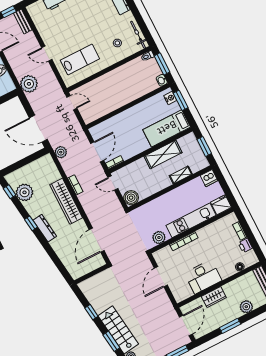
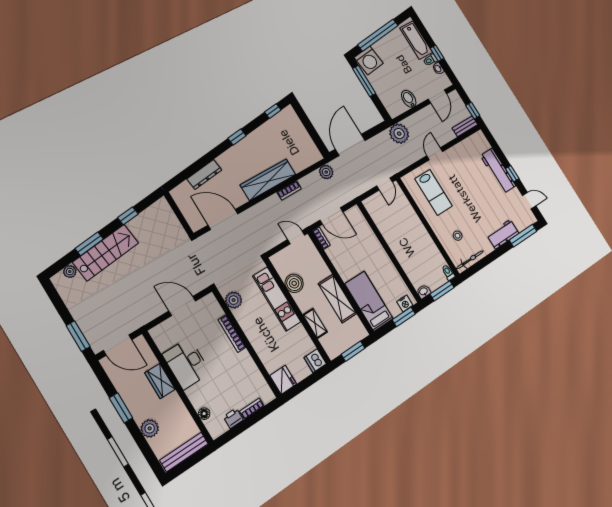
door: (113, 183) -> (296, 237), hinge flipped
plant: (25, 192) -> (274, 129), removed
boiler: (131, 198) -> (294, 283), moved
kitchen unit: (191, 220) -> (277, 299), moved, turned 180
dresser: (45, 228) -> (204, 174), moved

